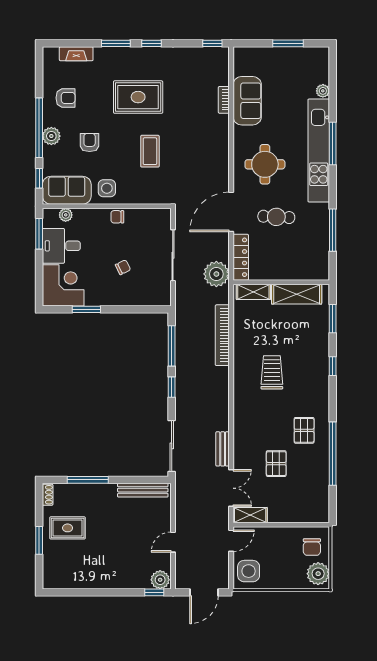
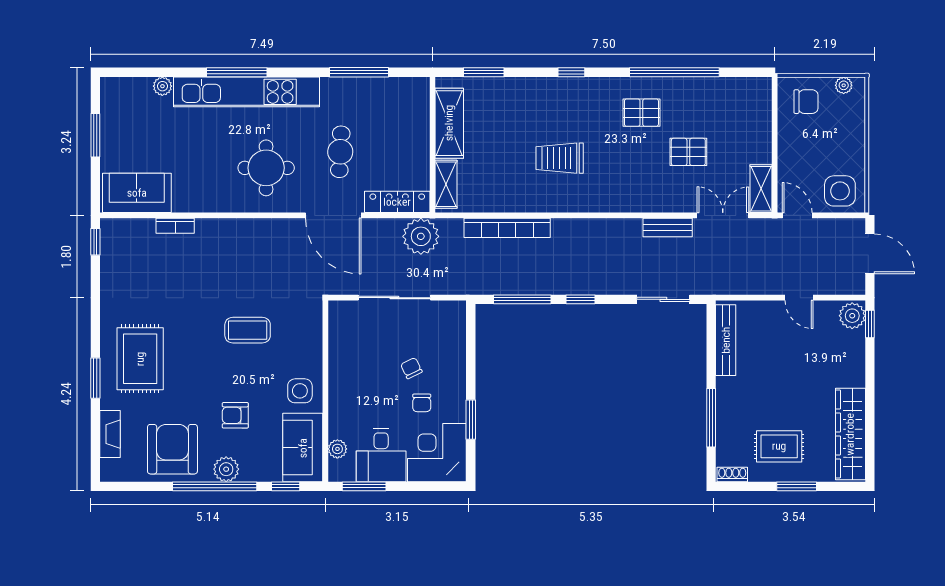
window: (151, 43) -> (95, 328), removed
rug: (138, 97) -> (140, 359), moved
armchair: (66, 98) -> (172, 449), width x1.88, depth x1.88
sofa: (247, 101) -> (137, 193), moved
chair: (117, 217) -> (422, 403), moved
window: (333, 366) -> (571, 72), moved
sliding door: (172, 446) -> (663, 299), width x0.73
rug: (68, 528) -> (779, 446), turned 90
plant: (318, 574) -> (844, 85), width x0.53, depth x0.53
wardrobe: (76, 579) -> (850, 434), added

